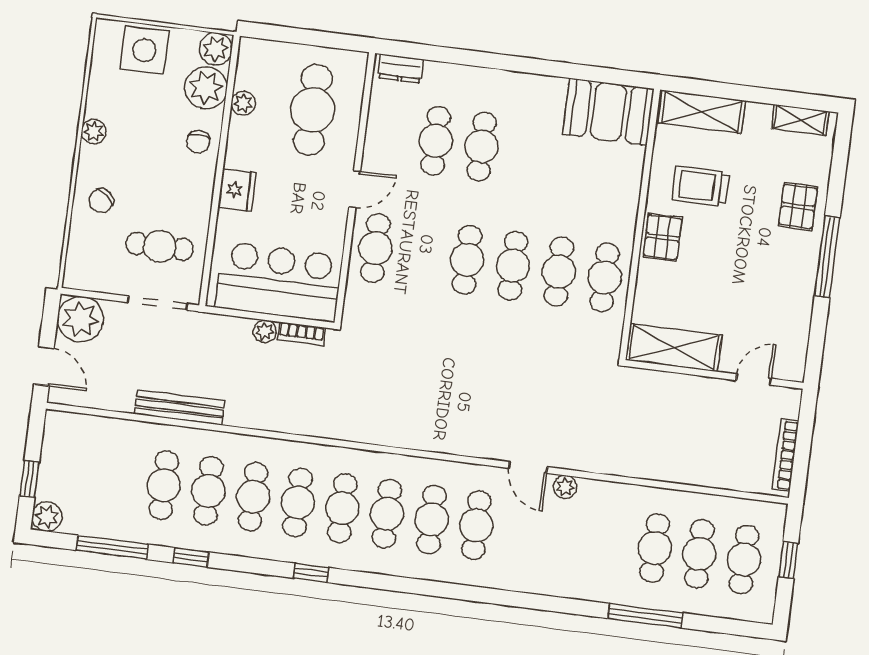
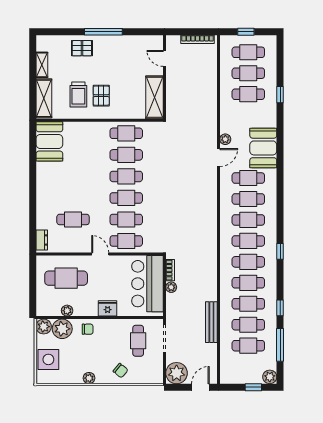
shelving: (800, 120) -> (42, 65), moved
cafe table: (482, 147) -> (126, 219), moved
pallet: (663, 237) -> (101, 96), moved, turned 90
cafe table: (119, 480) -> (248, 346), added
booth: (536, 565) -> (263, 148), added
window: (645, 616) -> (280, 95), width x0.46

